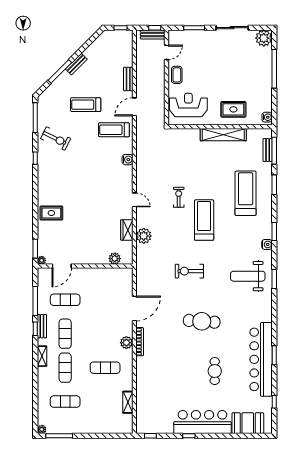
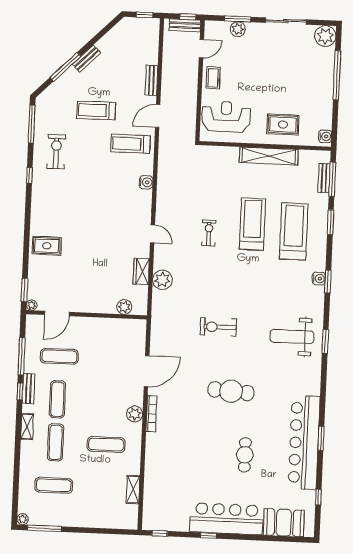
plant: (194, 36) -> (238, 29), added
exercise bike: (56, 139) -> (56, 152), turned -116
treadmill: (204, 220) -> (252, 224), moved
water cooler: (267, 244) -> (319, 279), moved

